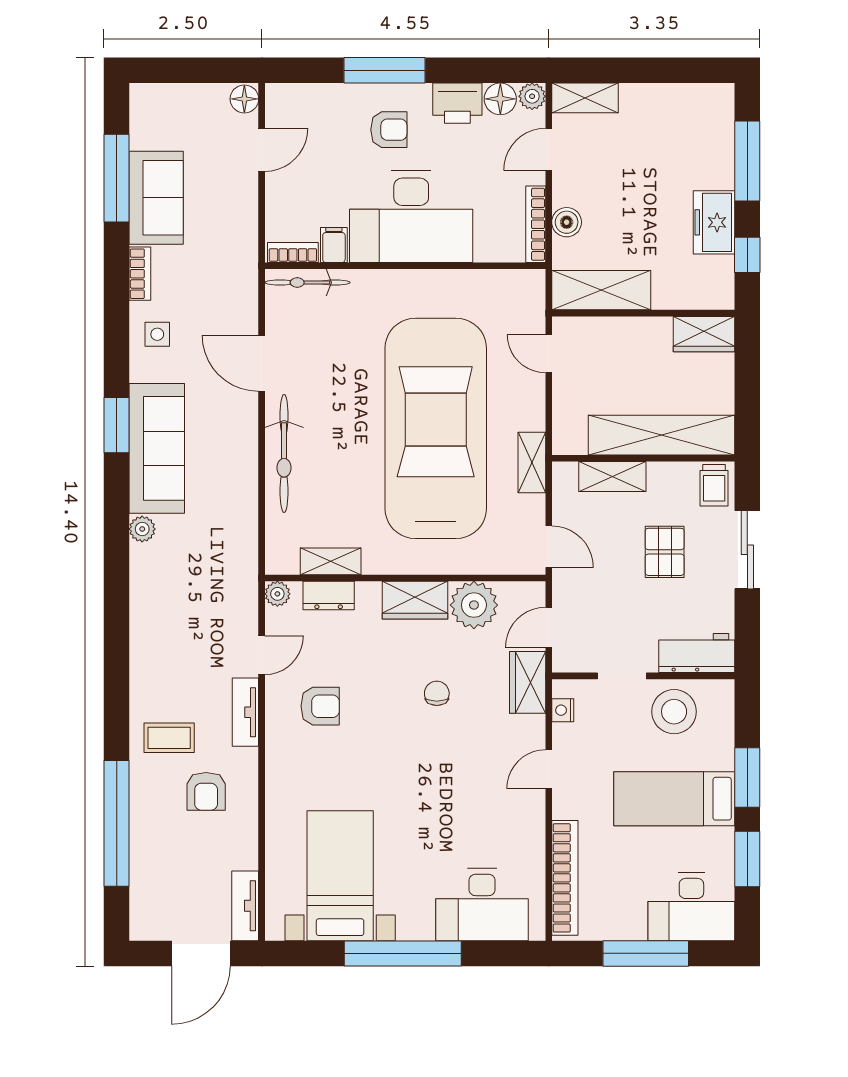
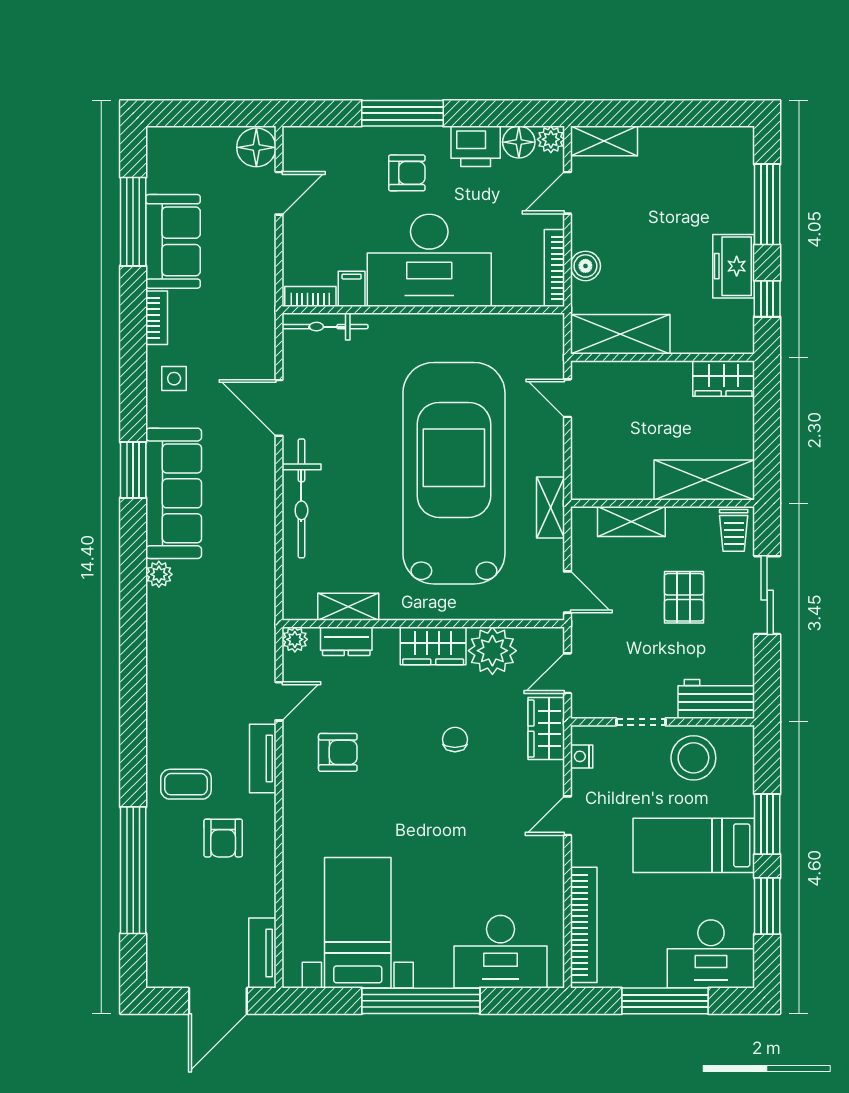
floor lamp: (244, 99) -> (256, 147), width x1.38, depth x1.38
shelving: (662, 435) -> (704, 480), width x0.68

